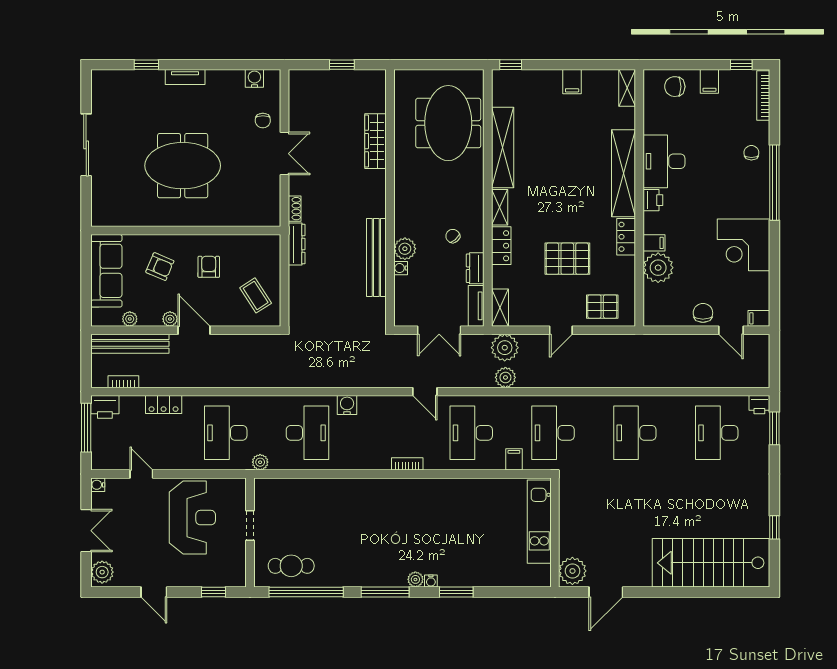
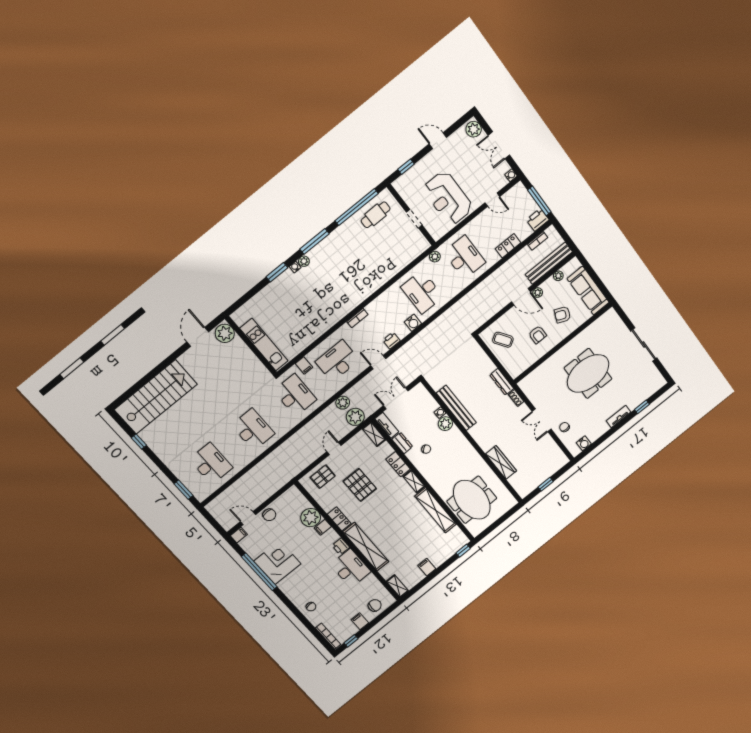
window: (774, 183) -> (259, 572), moved
pallet: (567, 259) -> (360, 485), turned 90
printer: (759, 405) -> (391, 341), moved
desk: (471, 433) -> (337, 361), turned -90

